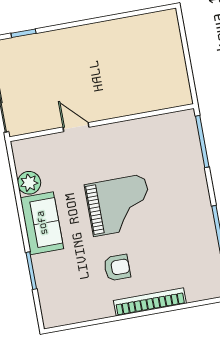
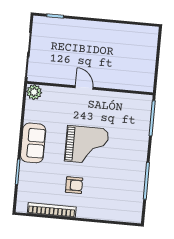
door: (76, 127) -> (84, 88), moved
plant: (29, 183) -> (34, 92), moved
bookcase: (150, 302) -> (52, 210), moved

